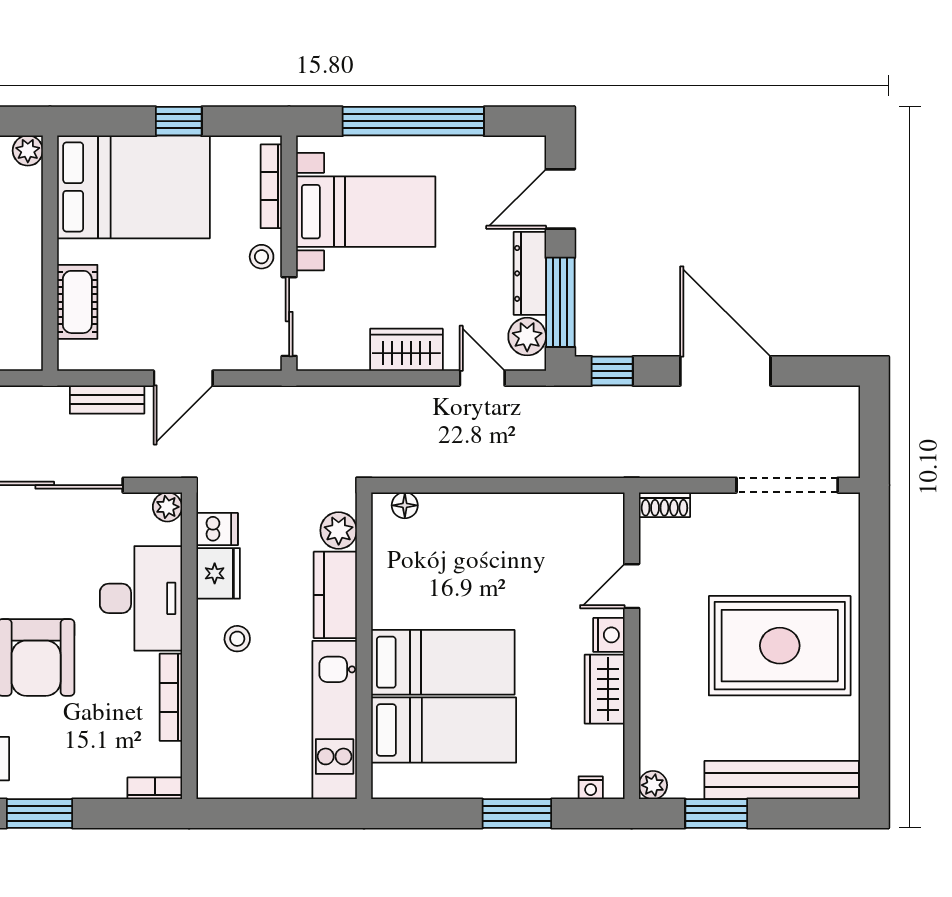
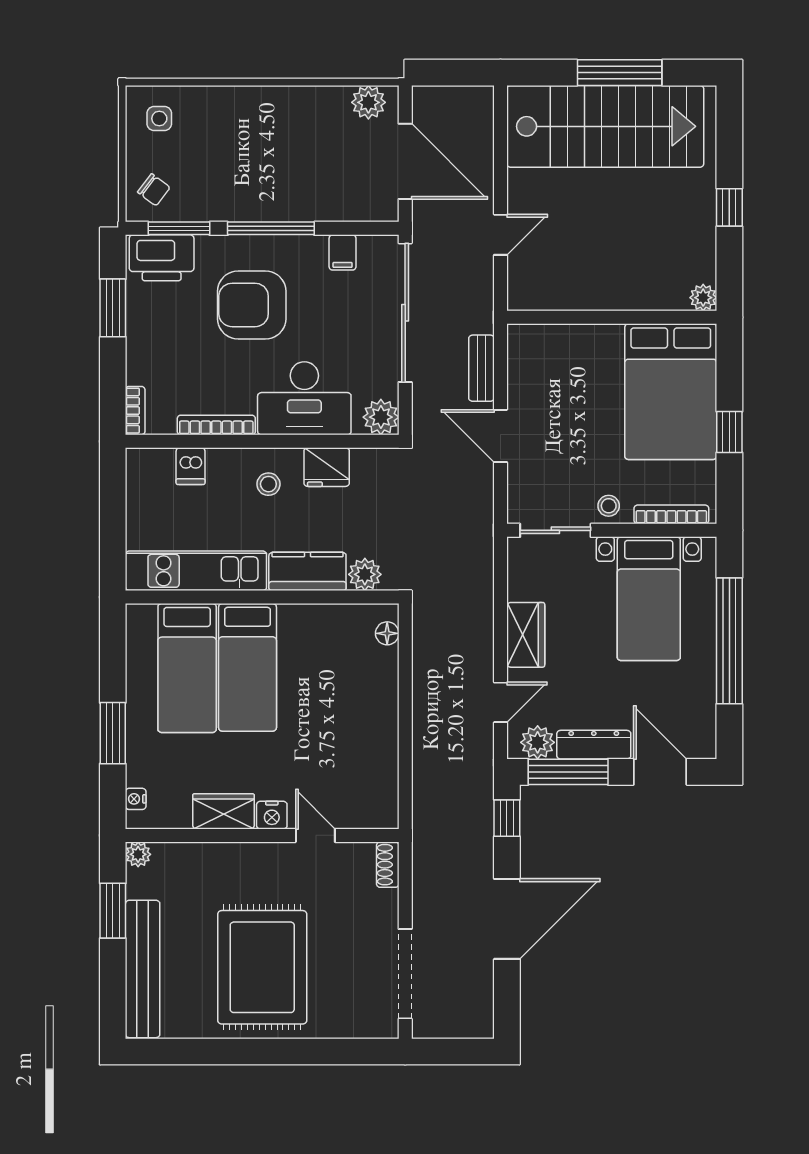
cot: (77, 302) -> (568, 342), removed
plant: (167, 507) -> (381, 417), width x1.38, depth x1.38
dishwasher: (217, 529) -> (191, 466), moved

